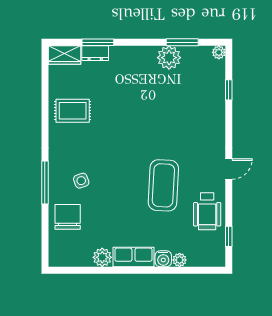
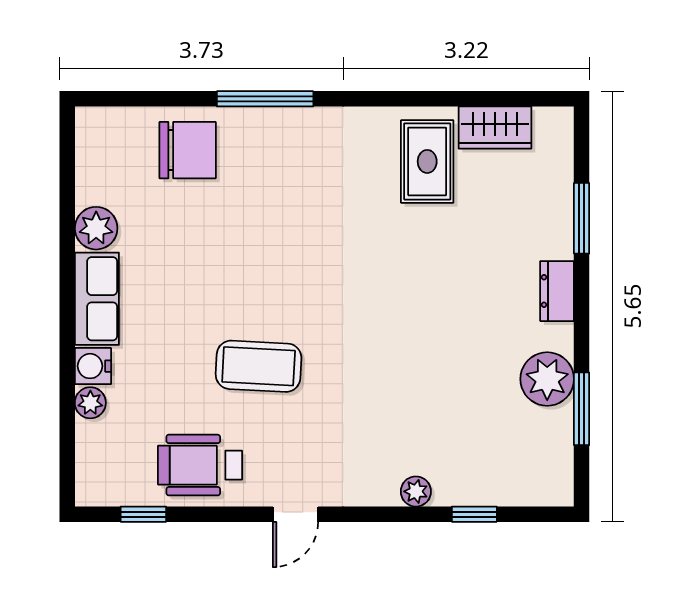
plant: (219, 52) -> (416, 491), moved
dresser: (95, 53) -> (557, 291), moved
wardrobe: (64, 55) -> (495, 128), moved, turned -90
door: (229, 169) -> (296, 514), hinge flipped
side table: (81, 181) -> (269, 181), removed
coffee table: (163, 185) -> (259, 366), width x0.73, depth x0.76

